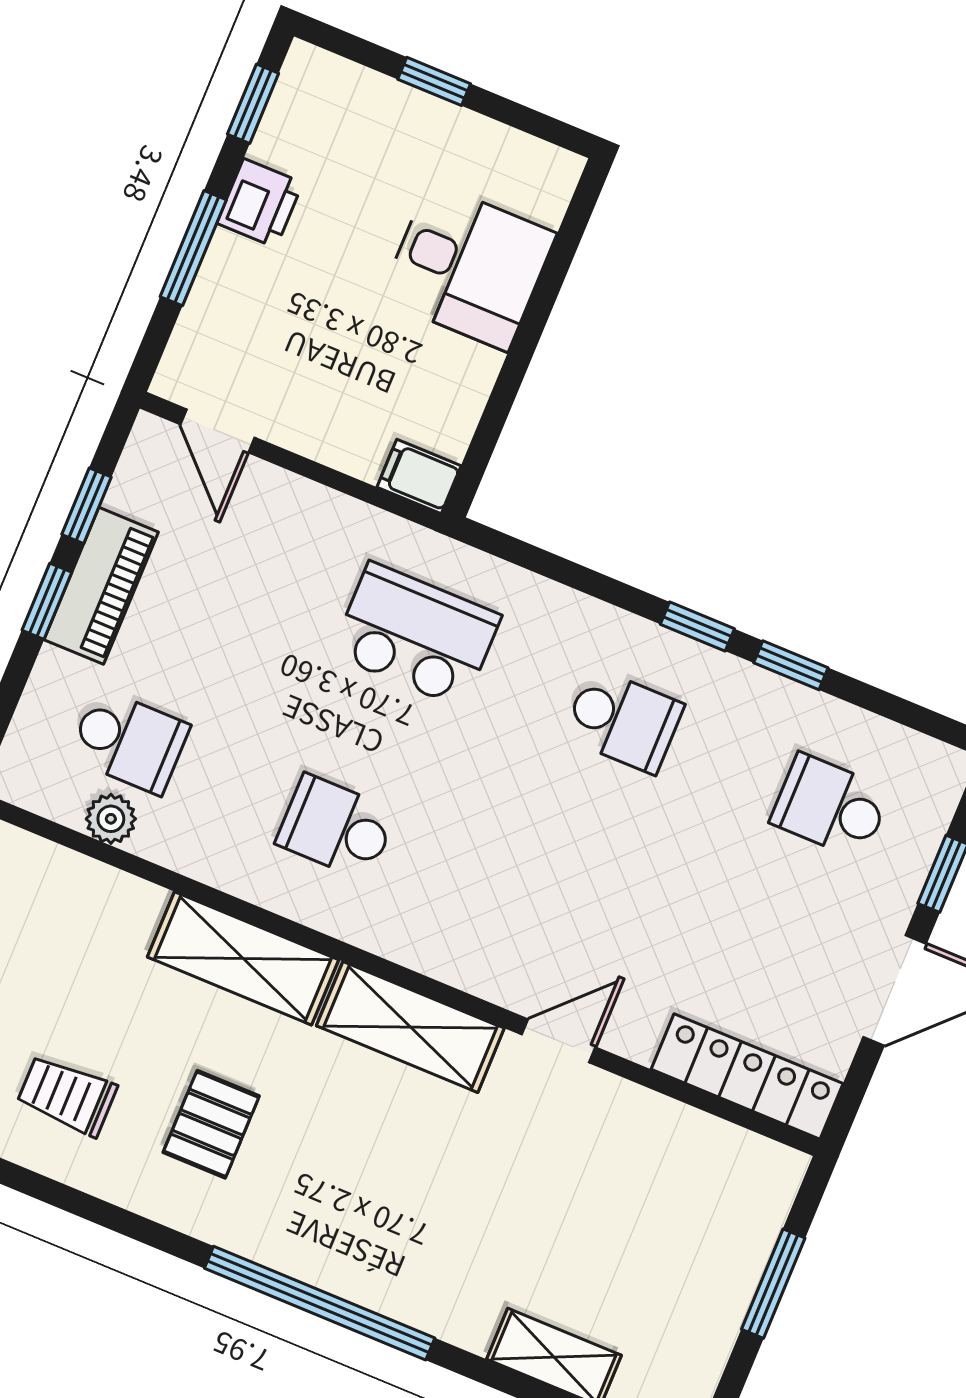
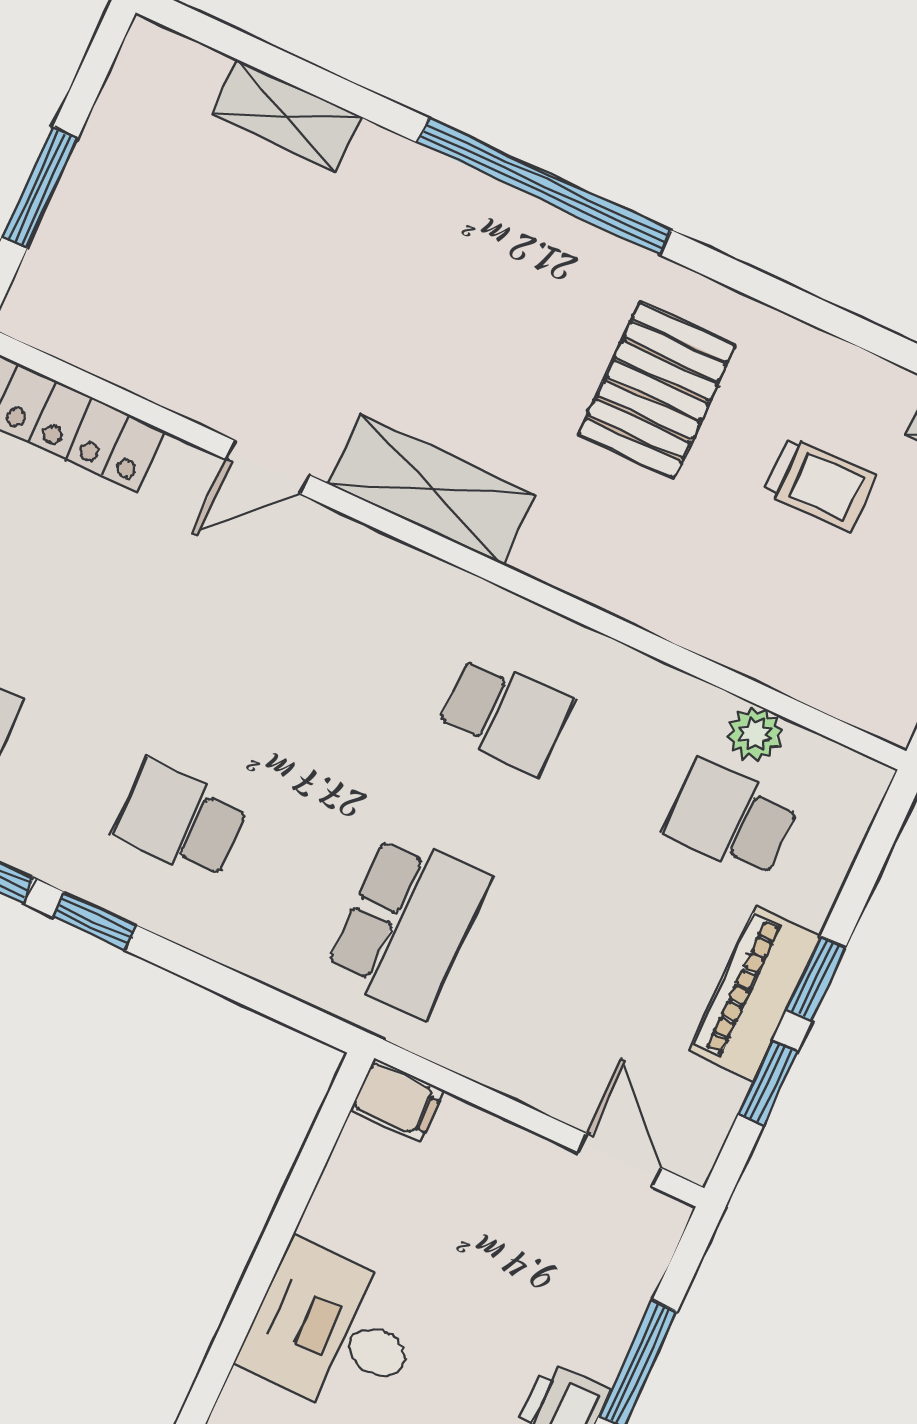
school desk: (416, 635) -> (408, 925), turned -90
shelving: (243, 958) -> (614, 573), removed
trolley: (67, 1095) -> (820, 484), moved
pallet: (211, 1124) -> (657, 390), width x1.50, depth x1.42

